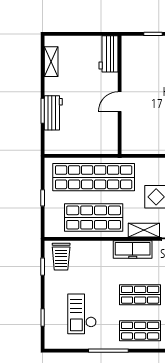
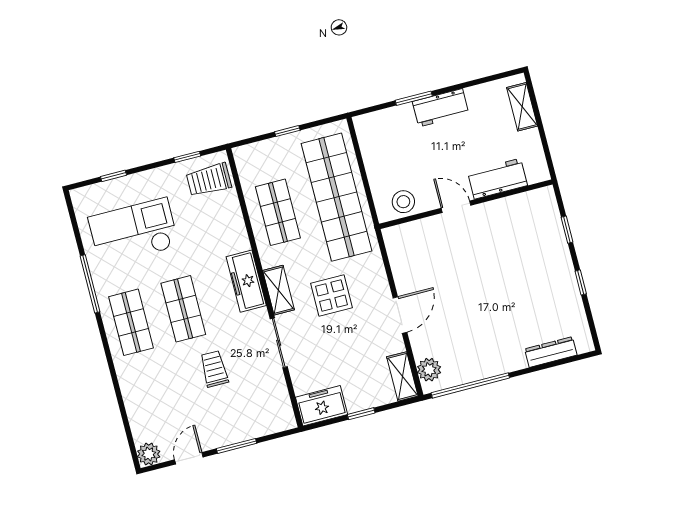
workbench: (109, 54) -> (497, 179), moved
shelving: (51, 62) -> (522, 107), moved, turned 90
workbench: (53, 113) -> (441, 108), moved
stool: (108, 135) -> (403, 202), added
shop shelf: (94, 218) -> (278, 212), width x0.70, depth x0.74
checkout: (82, 314) -> (133, 232), width x1.36, depth x1.21

